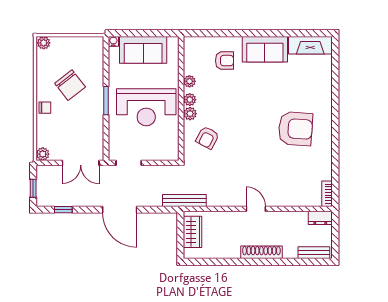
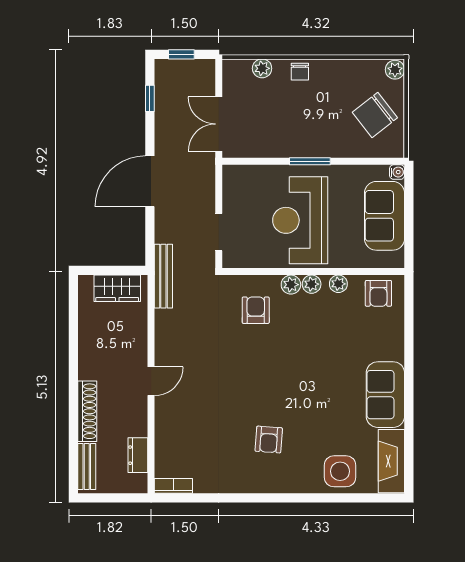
armchair: (224, 61) -> (378, 293), moved
side table: (317, 80) -> (340, 471), added
chair: (70, 85) -> (375, 115), moved
armchair: (296, 129) -> (269, 440), width x0.53, depth x0.53
armchair: (207, 138) -> (256, 310), turned 62
plant: (43, 154) -> (262, 68), moved
doorway: (129, 163) -> (219, 232), moved
dresser: (320, 218) -> (138, 455), moved
shoe rack: (261, 252) -> (87, 411), moved

